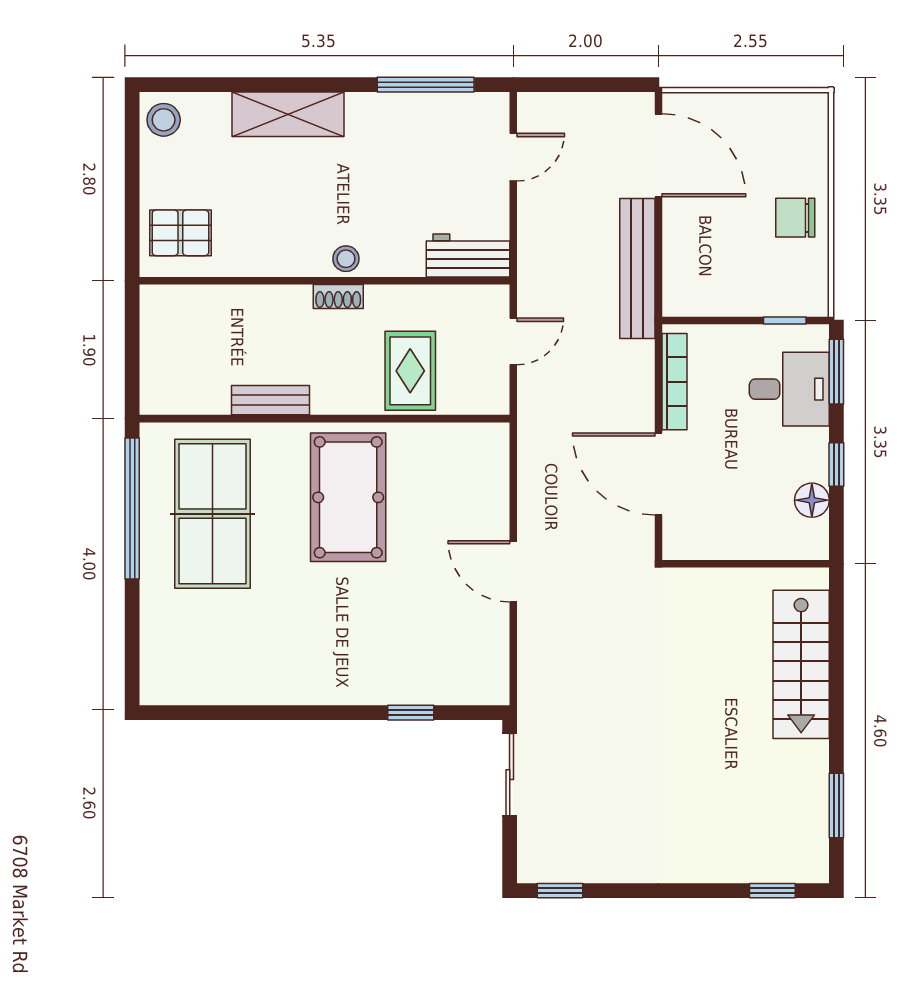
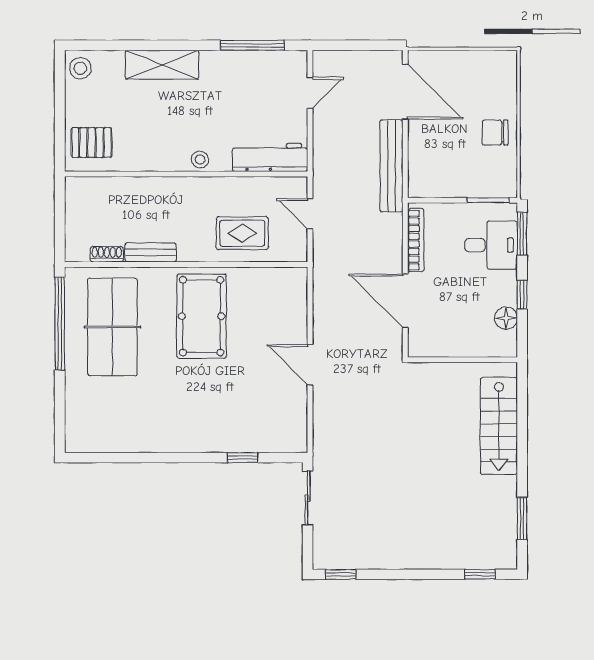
workbench: (468, 256) -> (270, 157), width x1.37
shoe rack: (338, 296) -> (107, 254), moved, turned 180
window: (785, 321) -> (488, 200), width x1.50
door: (513, 341) -> (310, 214), swing flipped
rug: (410, 371) -> (242, 233), turned 90

